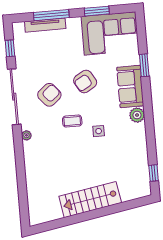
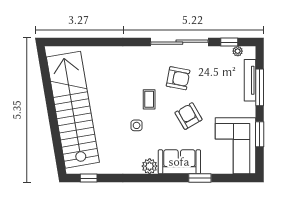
armchair: (49, 95) -> (178, 78), turned -39
plant: (26, 135) -> (238, 51), moved
stairs: (90, 200) -> (73, 110), width x1.86, depth x1.51

